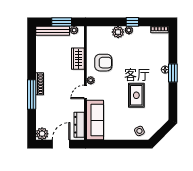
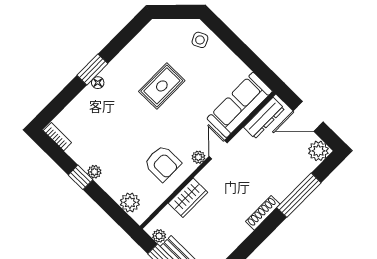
plant: (118, 32) -> (130, 202), moved
armchair: (103, 63) -> (163, 163), turned 180
door: (85, 92) -> (218, 150), swing flipped
window: (32, 95) -> (299, 195), moved

